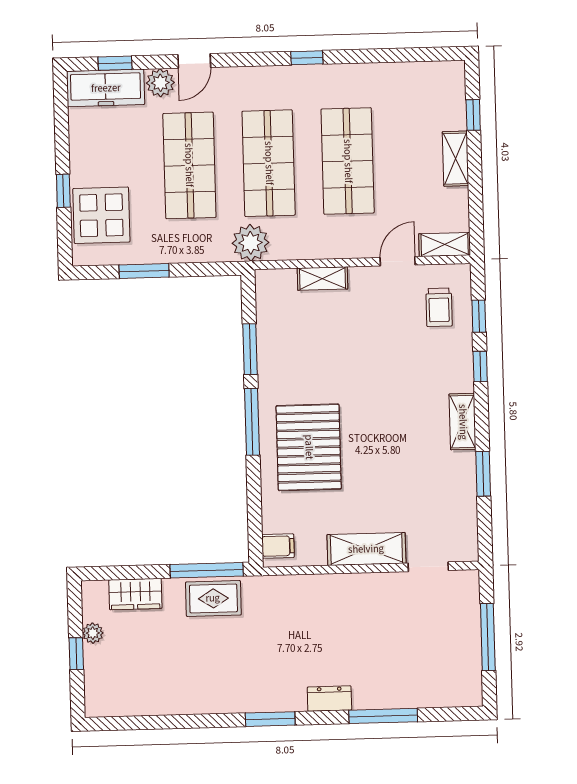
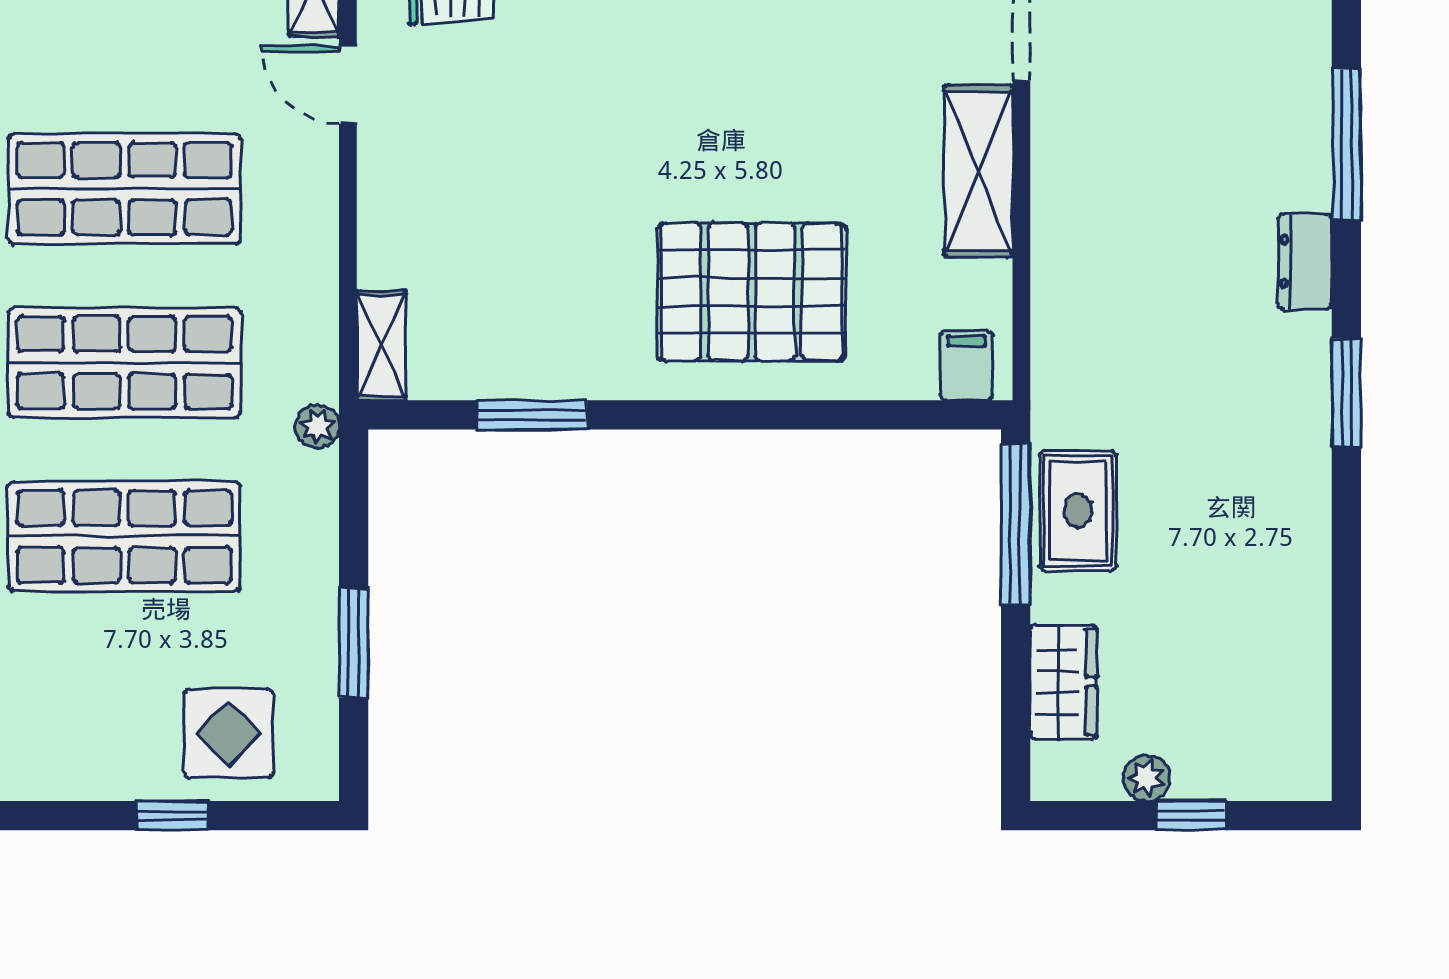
display table: (101, 215) -> (229, 733), width x0.73, depth x0.73
plant: (251, 243) -> (317, 426), width x0.53, depth x0.53
shelving: (322, 279) -> (381, 346), moved
window: (252, 422) -> (692, 415), removed

